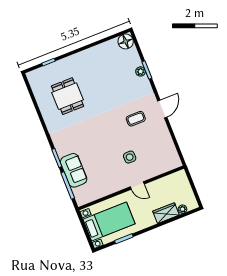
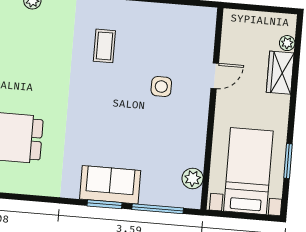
sofa: (74, 170) -> (110, 185), moved
door: (137, 185) -> (215, 76), moved
plant: (91, 196) -> (193, 178), added

